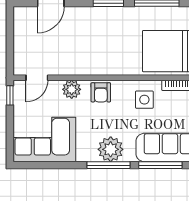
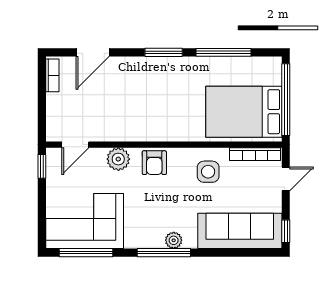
bookcase: (18, 22) -> (52, 75), added
plant: (111, 149) -> (174, 240), width x0.53, depth x0.53
window: (160, 165) -> (86, 253), moved

